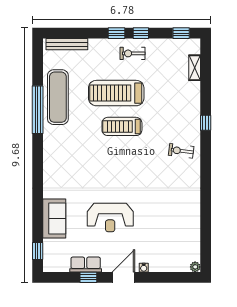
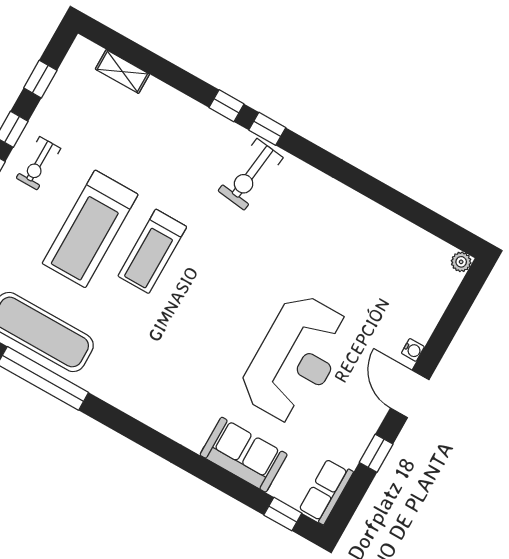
window: (181, 33) -> (40, 79), moved
window: (206, 147) -> (267, 129), added
exercise bike: (181, 151) -> (251, 174), width x1.38, depth x1.39
reception desk: (110, 217) -> (296, 359), width x1.36, depth x1.30
row of seats: (86, 264) -> (326, 491), moved

